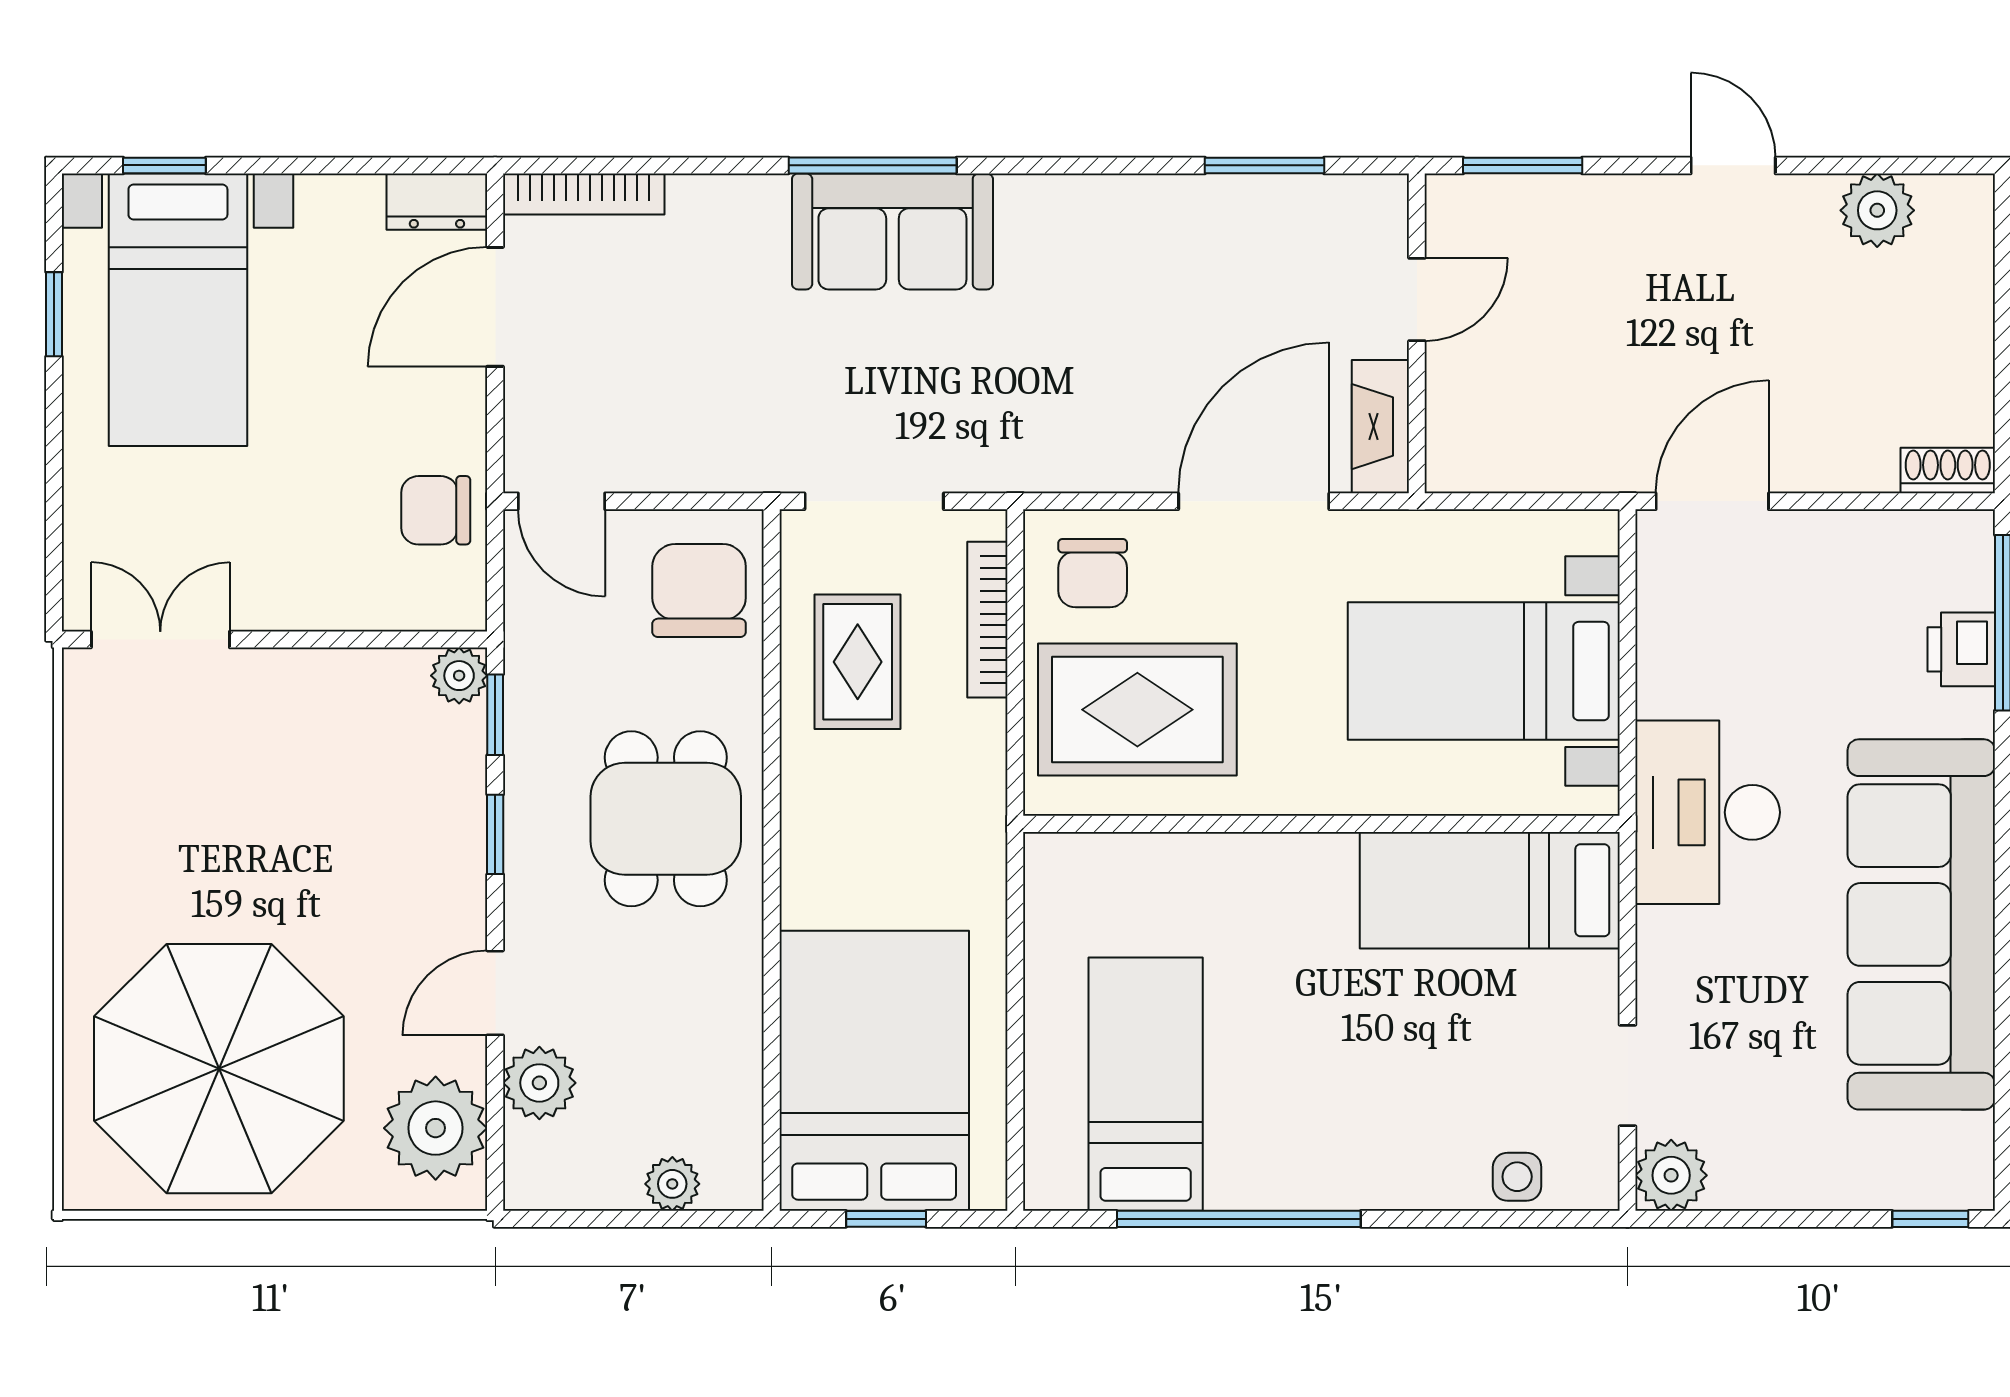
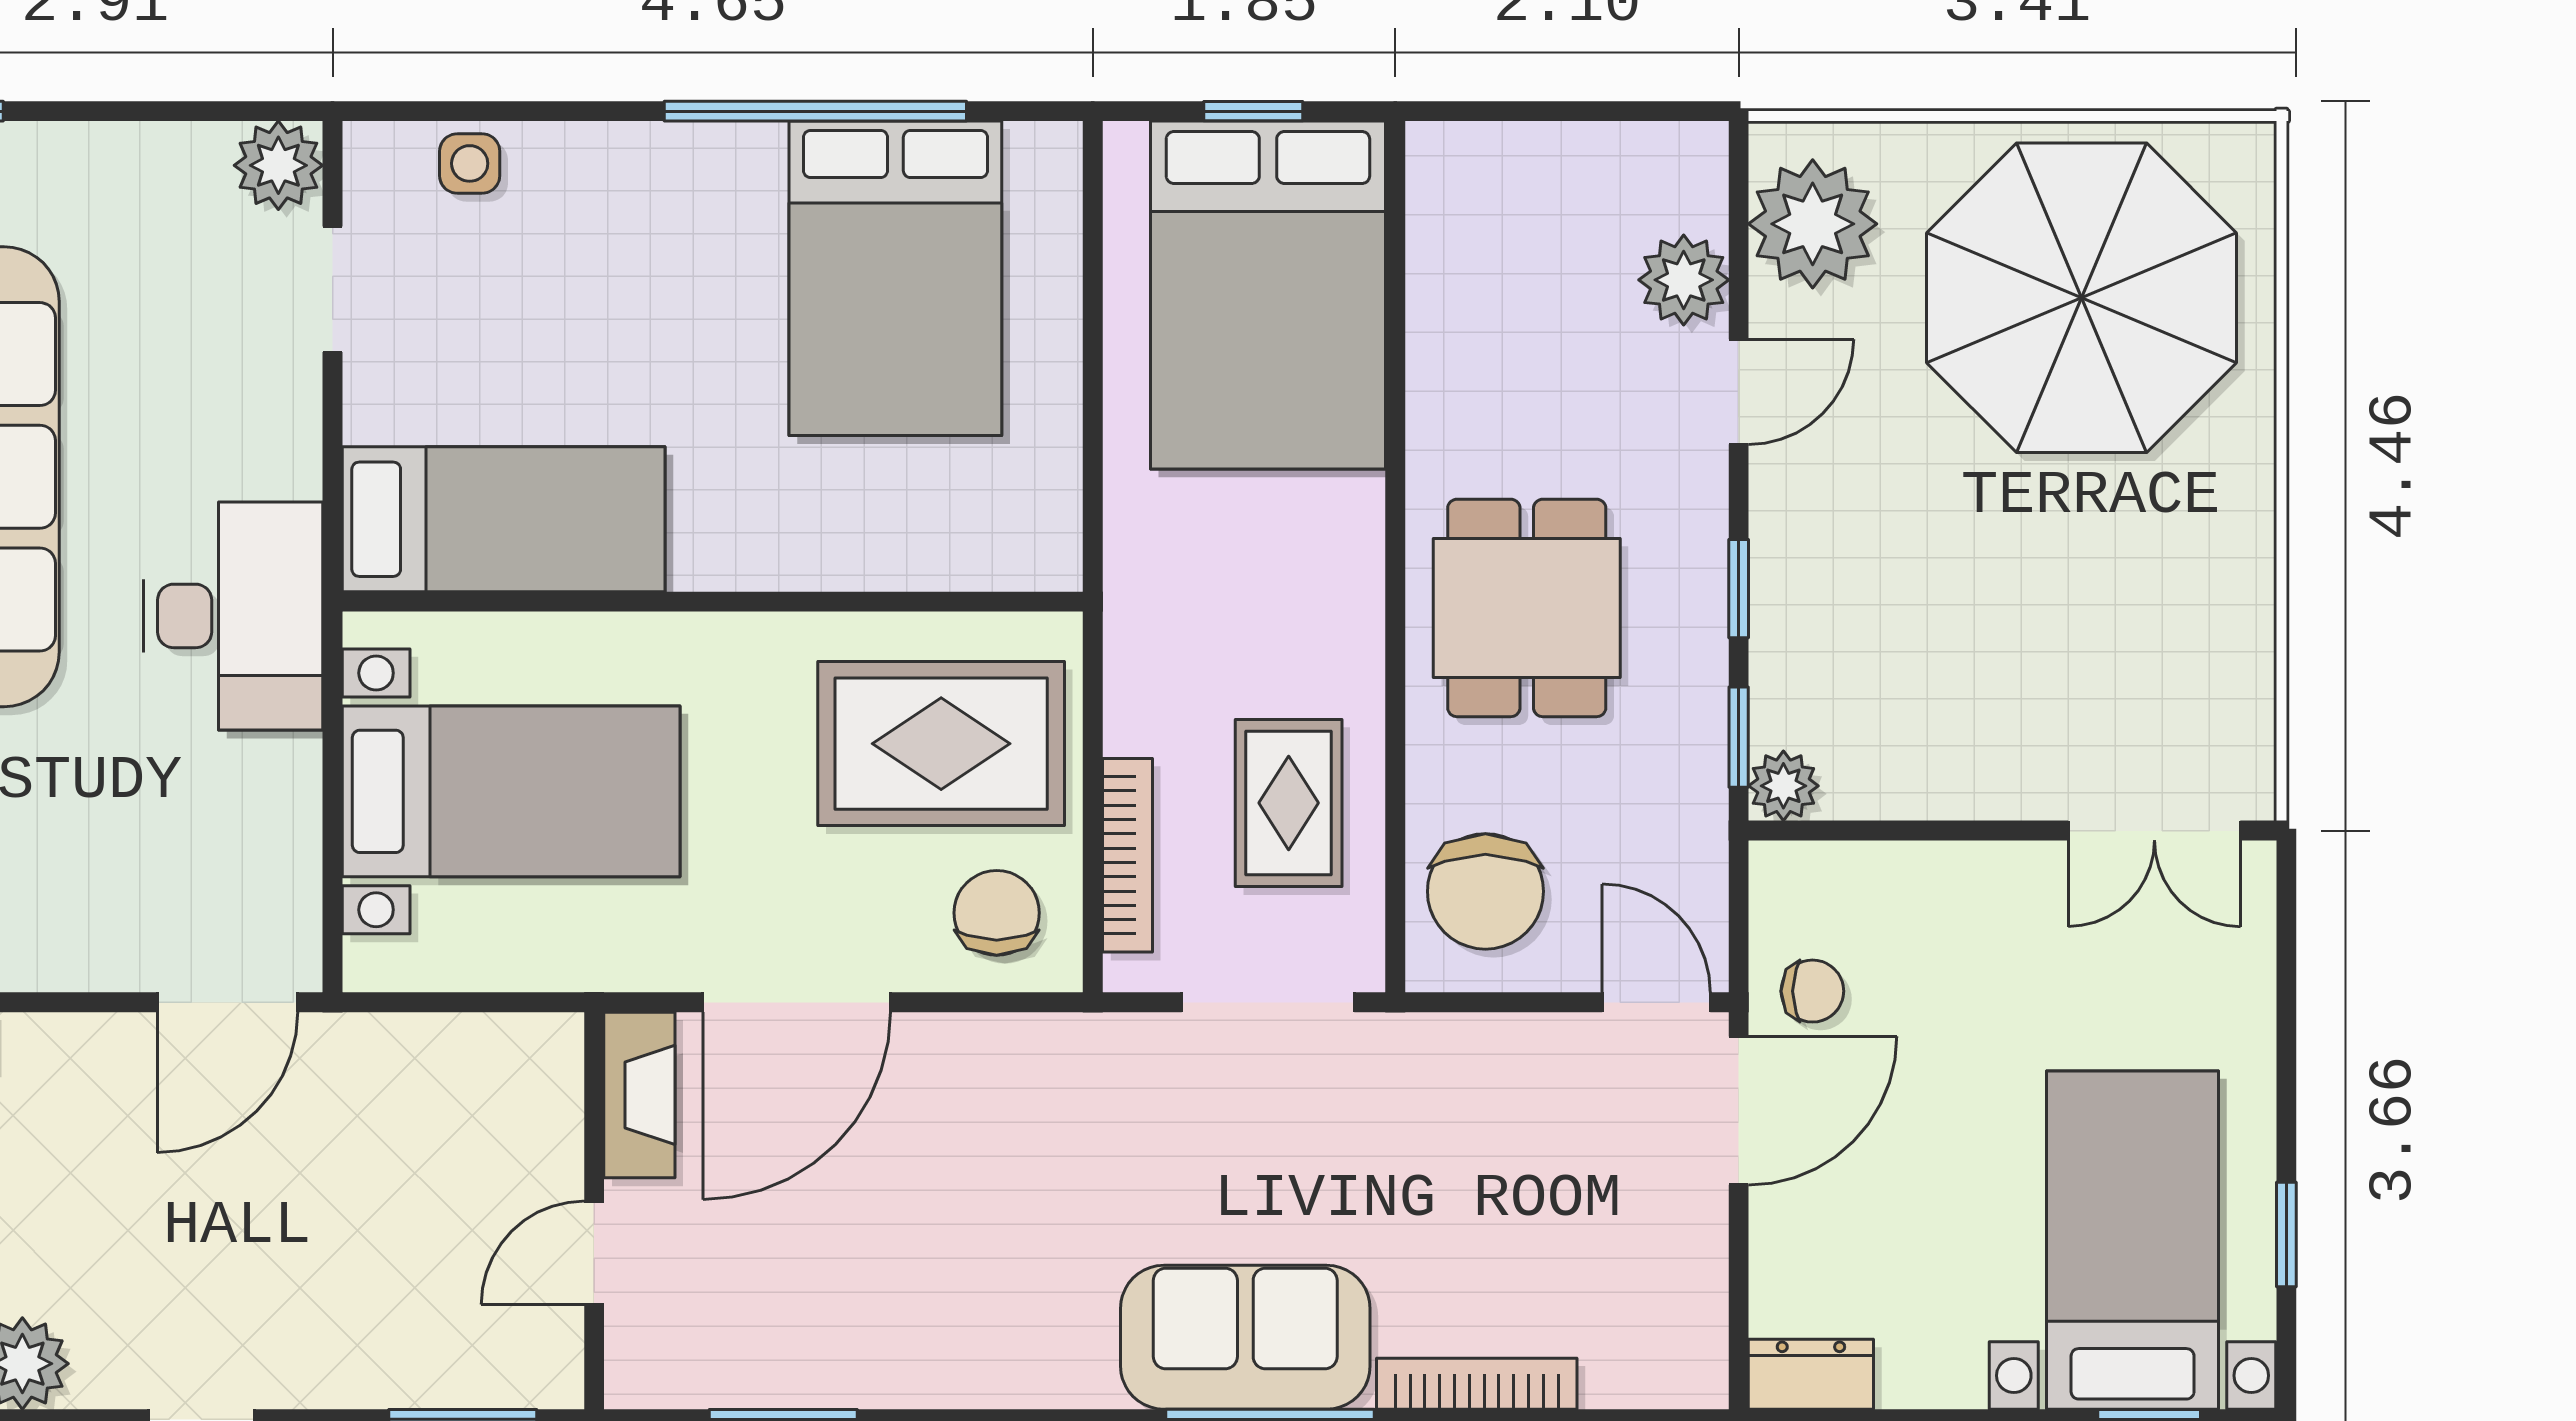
bookcase: (584, 194) -> (1477, 1384), moved
door: (495, 307) -> (1739, 1111), moved
chair: (436, 510) -> (1812, 991), width x0.73, depth x0.73
bed: (1146, 1084) -> (895, 278), width x1.50
plant: (672, 1184) -> (1519, 155), removed

